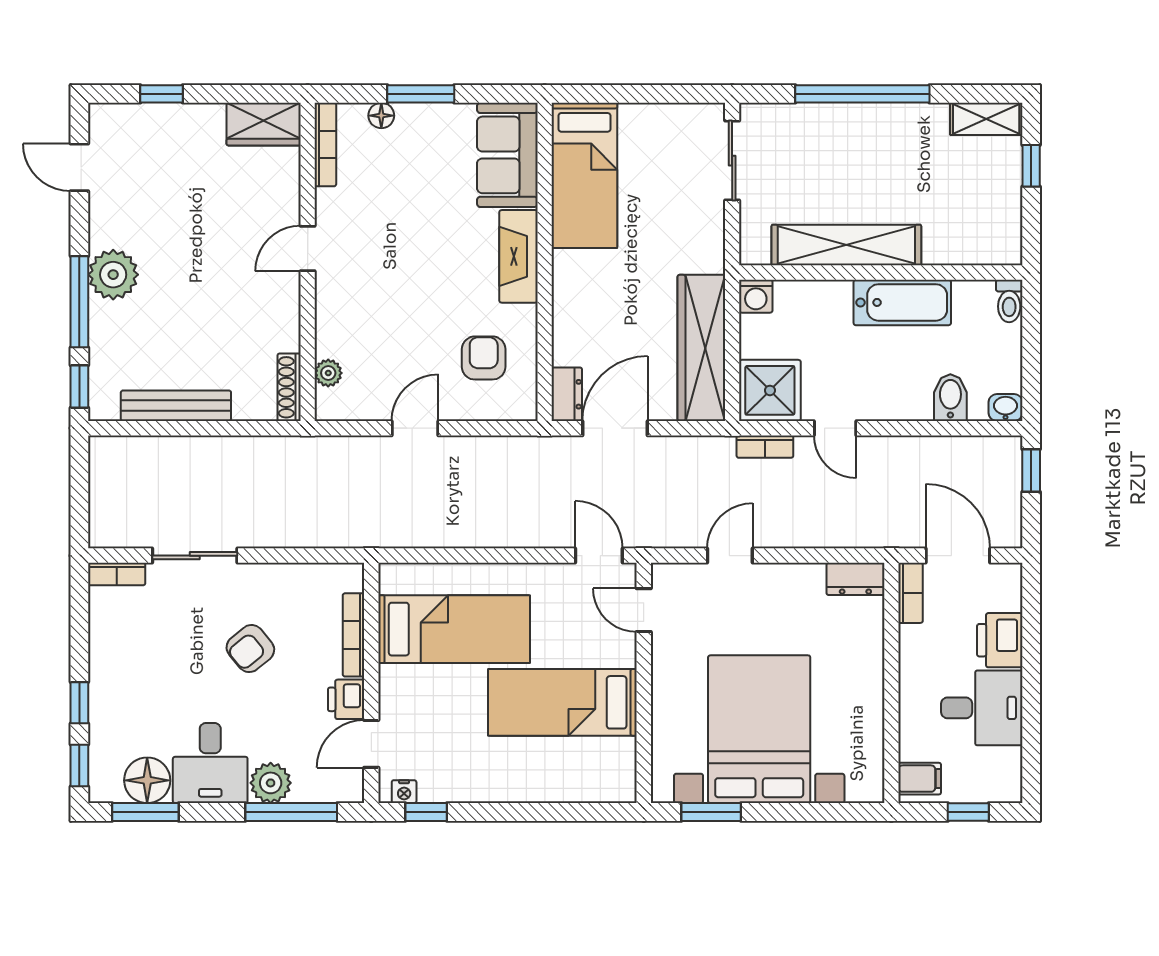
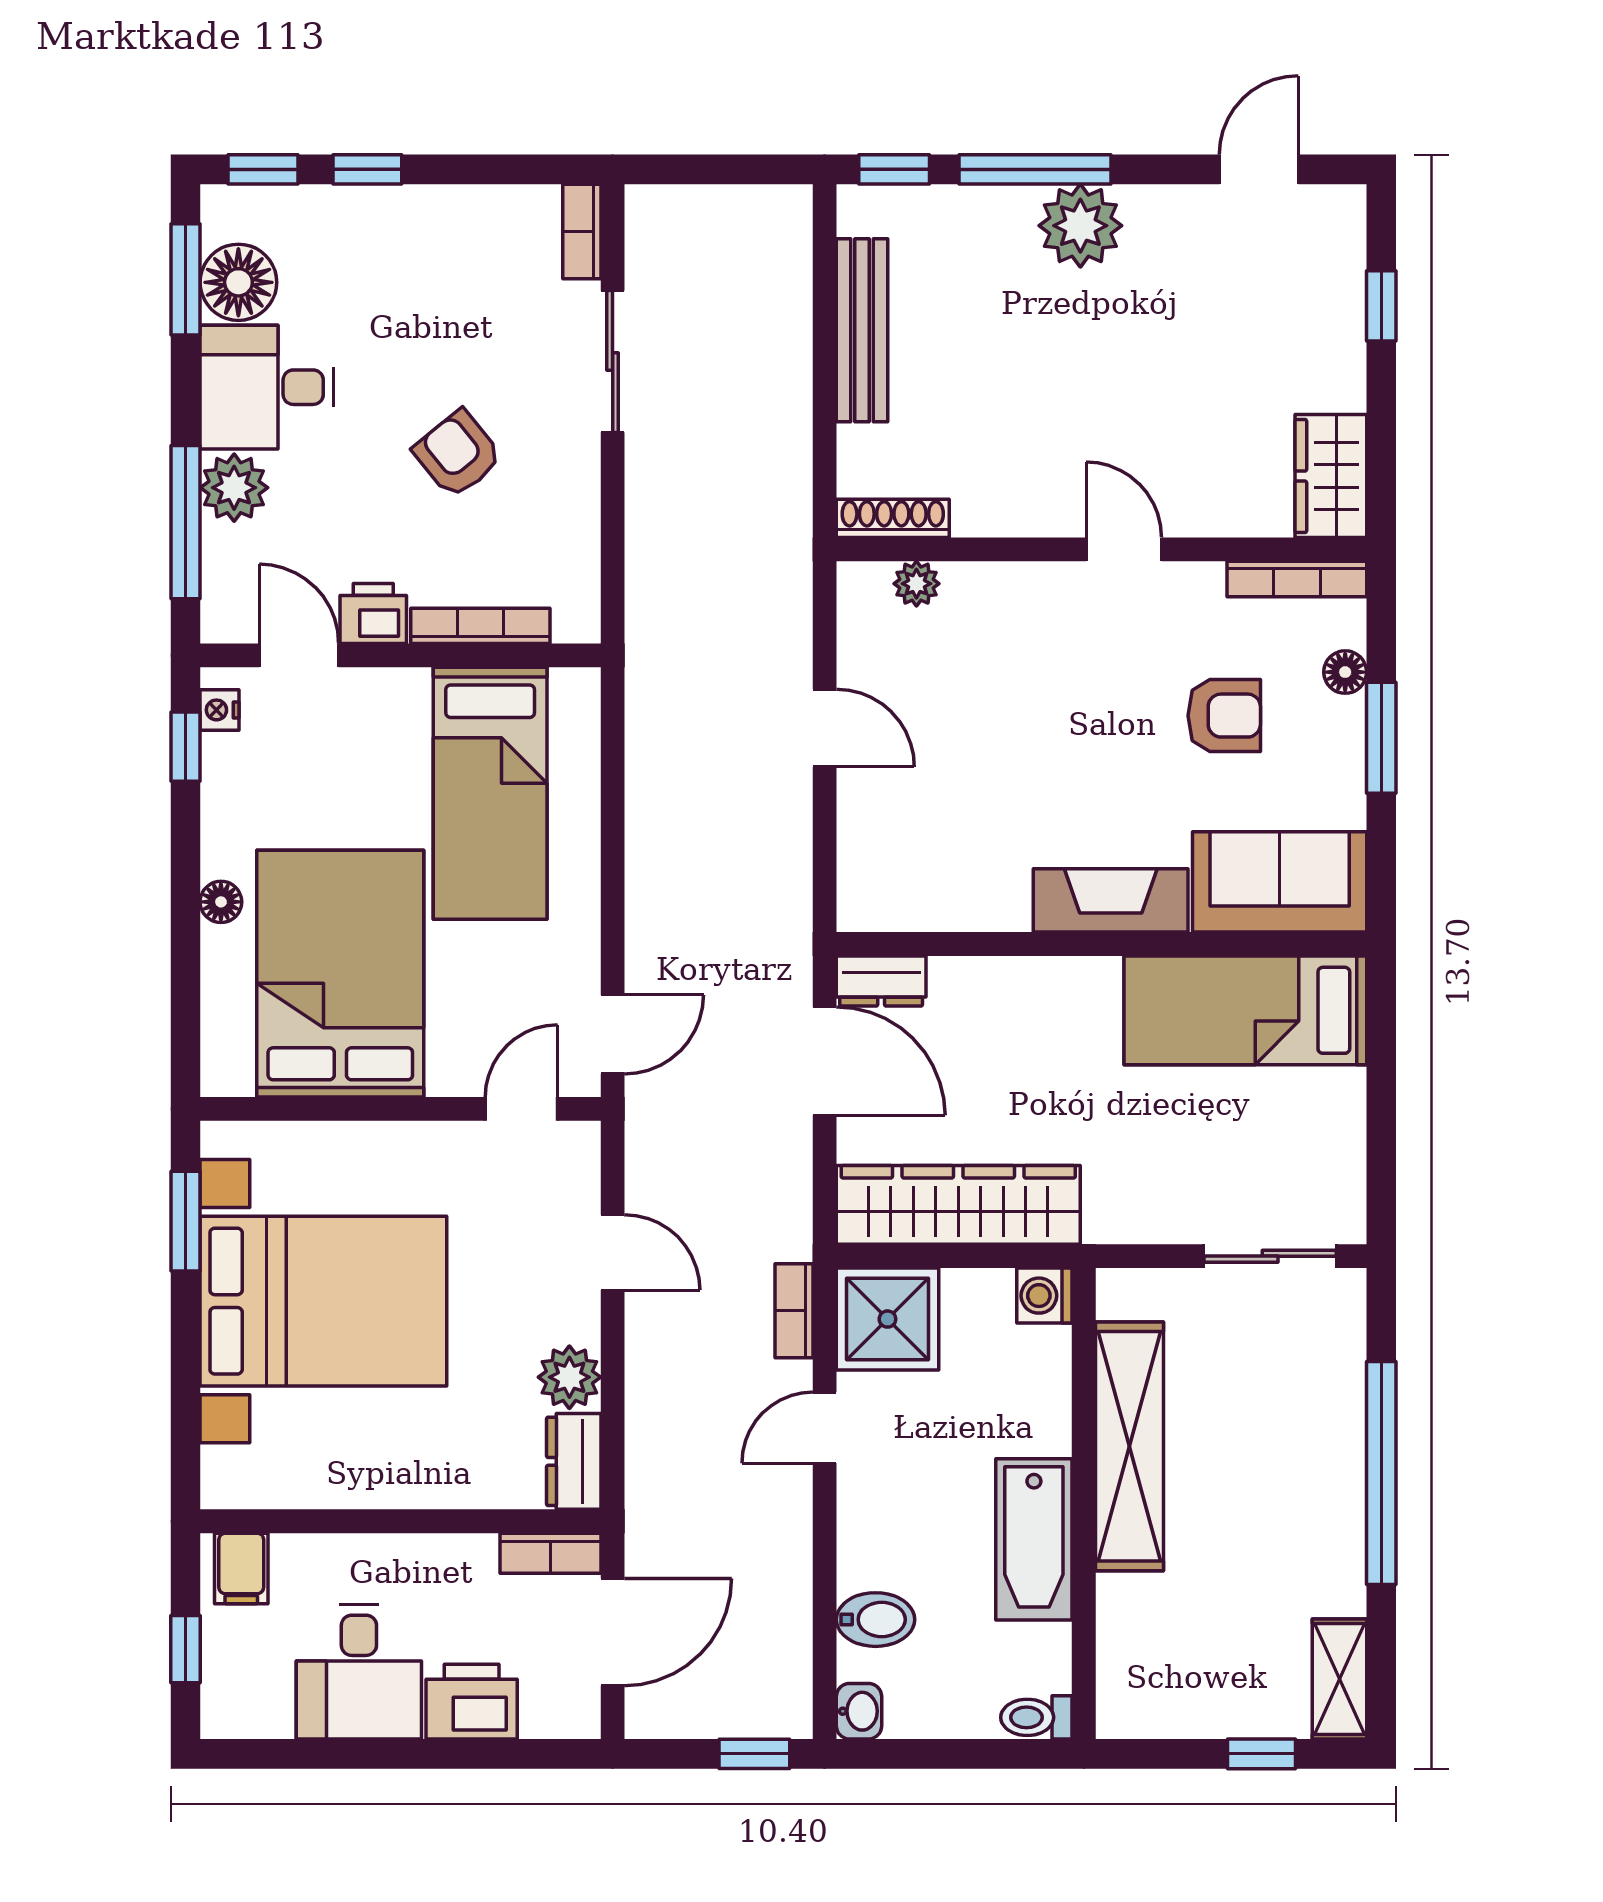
armchair: (484, 358) -> (1224, 716), moved
plant: (805, 581) -> (569, 1377), added
bed: (562, 702) -> (340, 974), width x1.50
floor lamp: (519, 791) -> (221, 902), added

